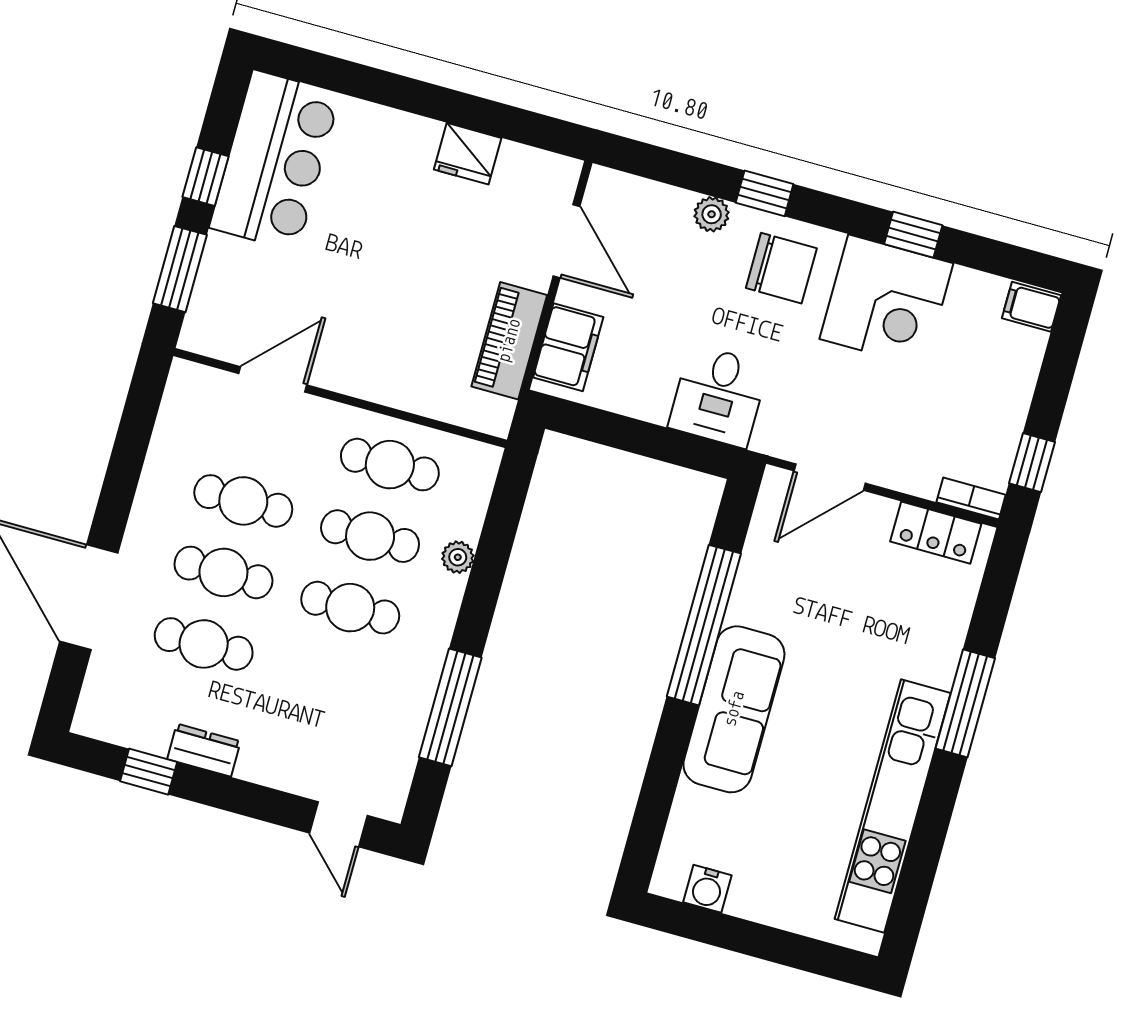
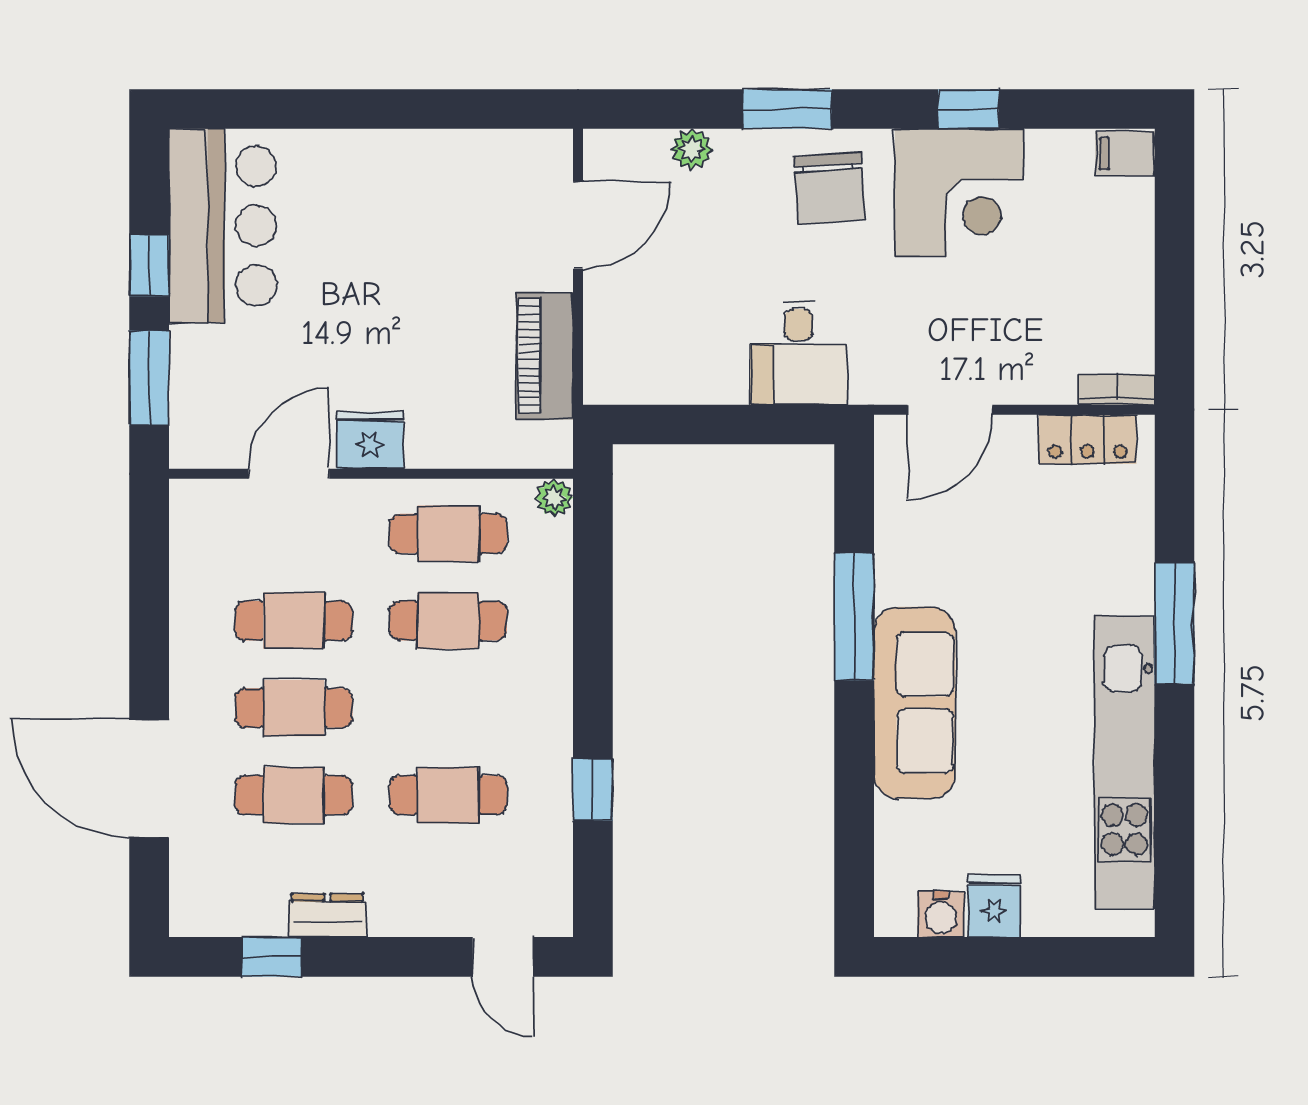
fridge: (468, 154) -> (370, 440), moved, turned 180
window: (765, 193) -> (787, 109), width x1.50
plant: (712, 214) -> (692, 149), moved
door: (567, 241) -> (578, 225), hinge flipped
chair: (781, 268) -> (830, 188), turned 86
filing cabinet: (568, 347) -> (613, 345), removed
window: (1032, 463) -> (1175, 330), removed
plant: (458, 557) -> (554, 498), moved
cafe table: (350, 608) -> (448, 795), moved
window: (704, 625) -> (854, 617), width x0.68
window: (450, 707) -> (593, 790), width x0.46
fridge: (753, 894) -> (994, 906), added

